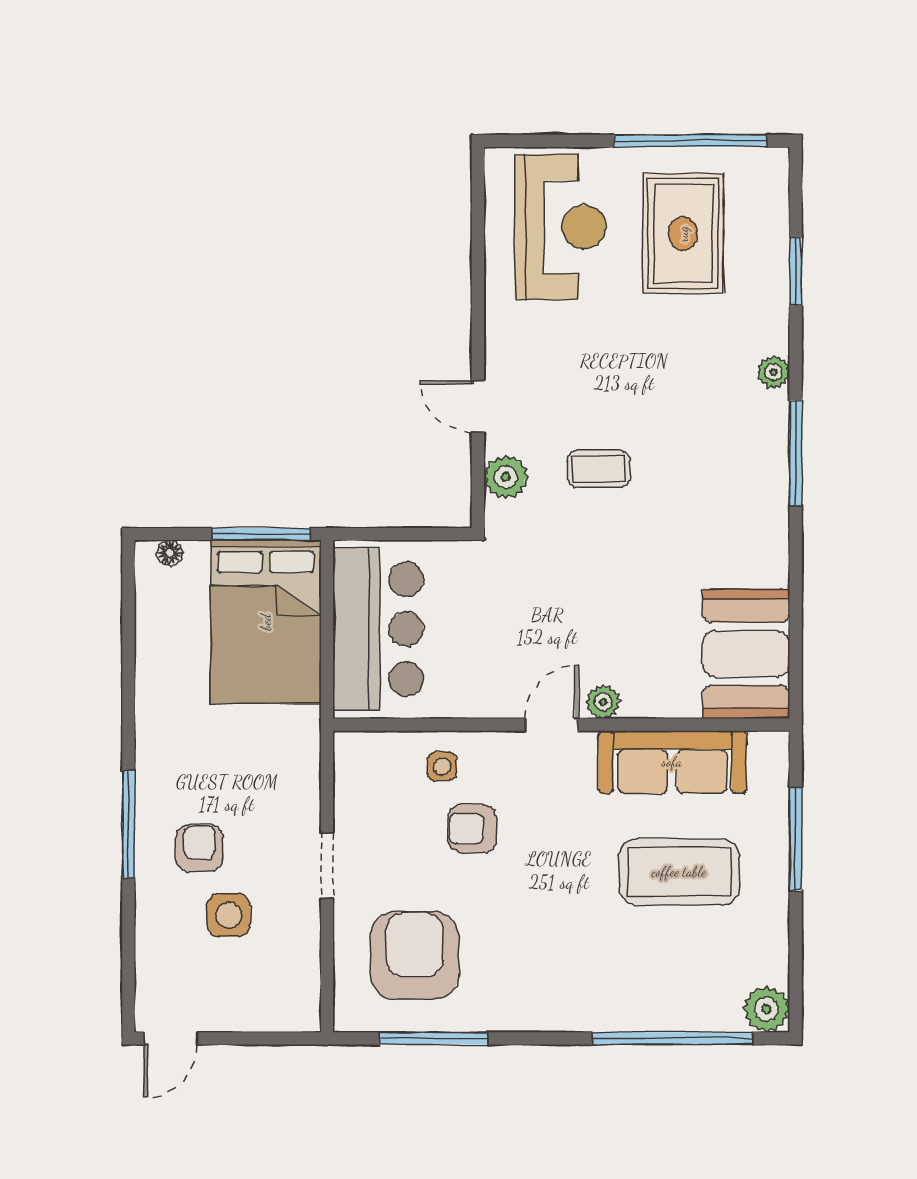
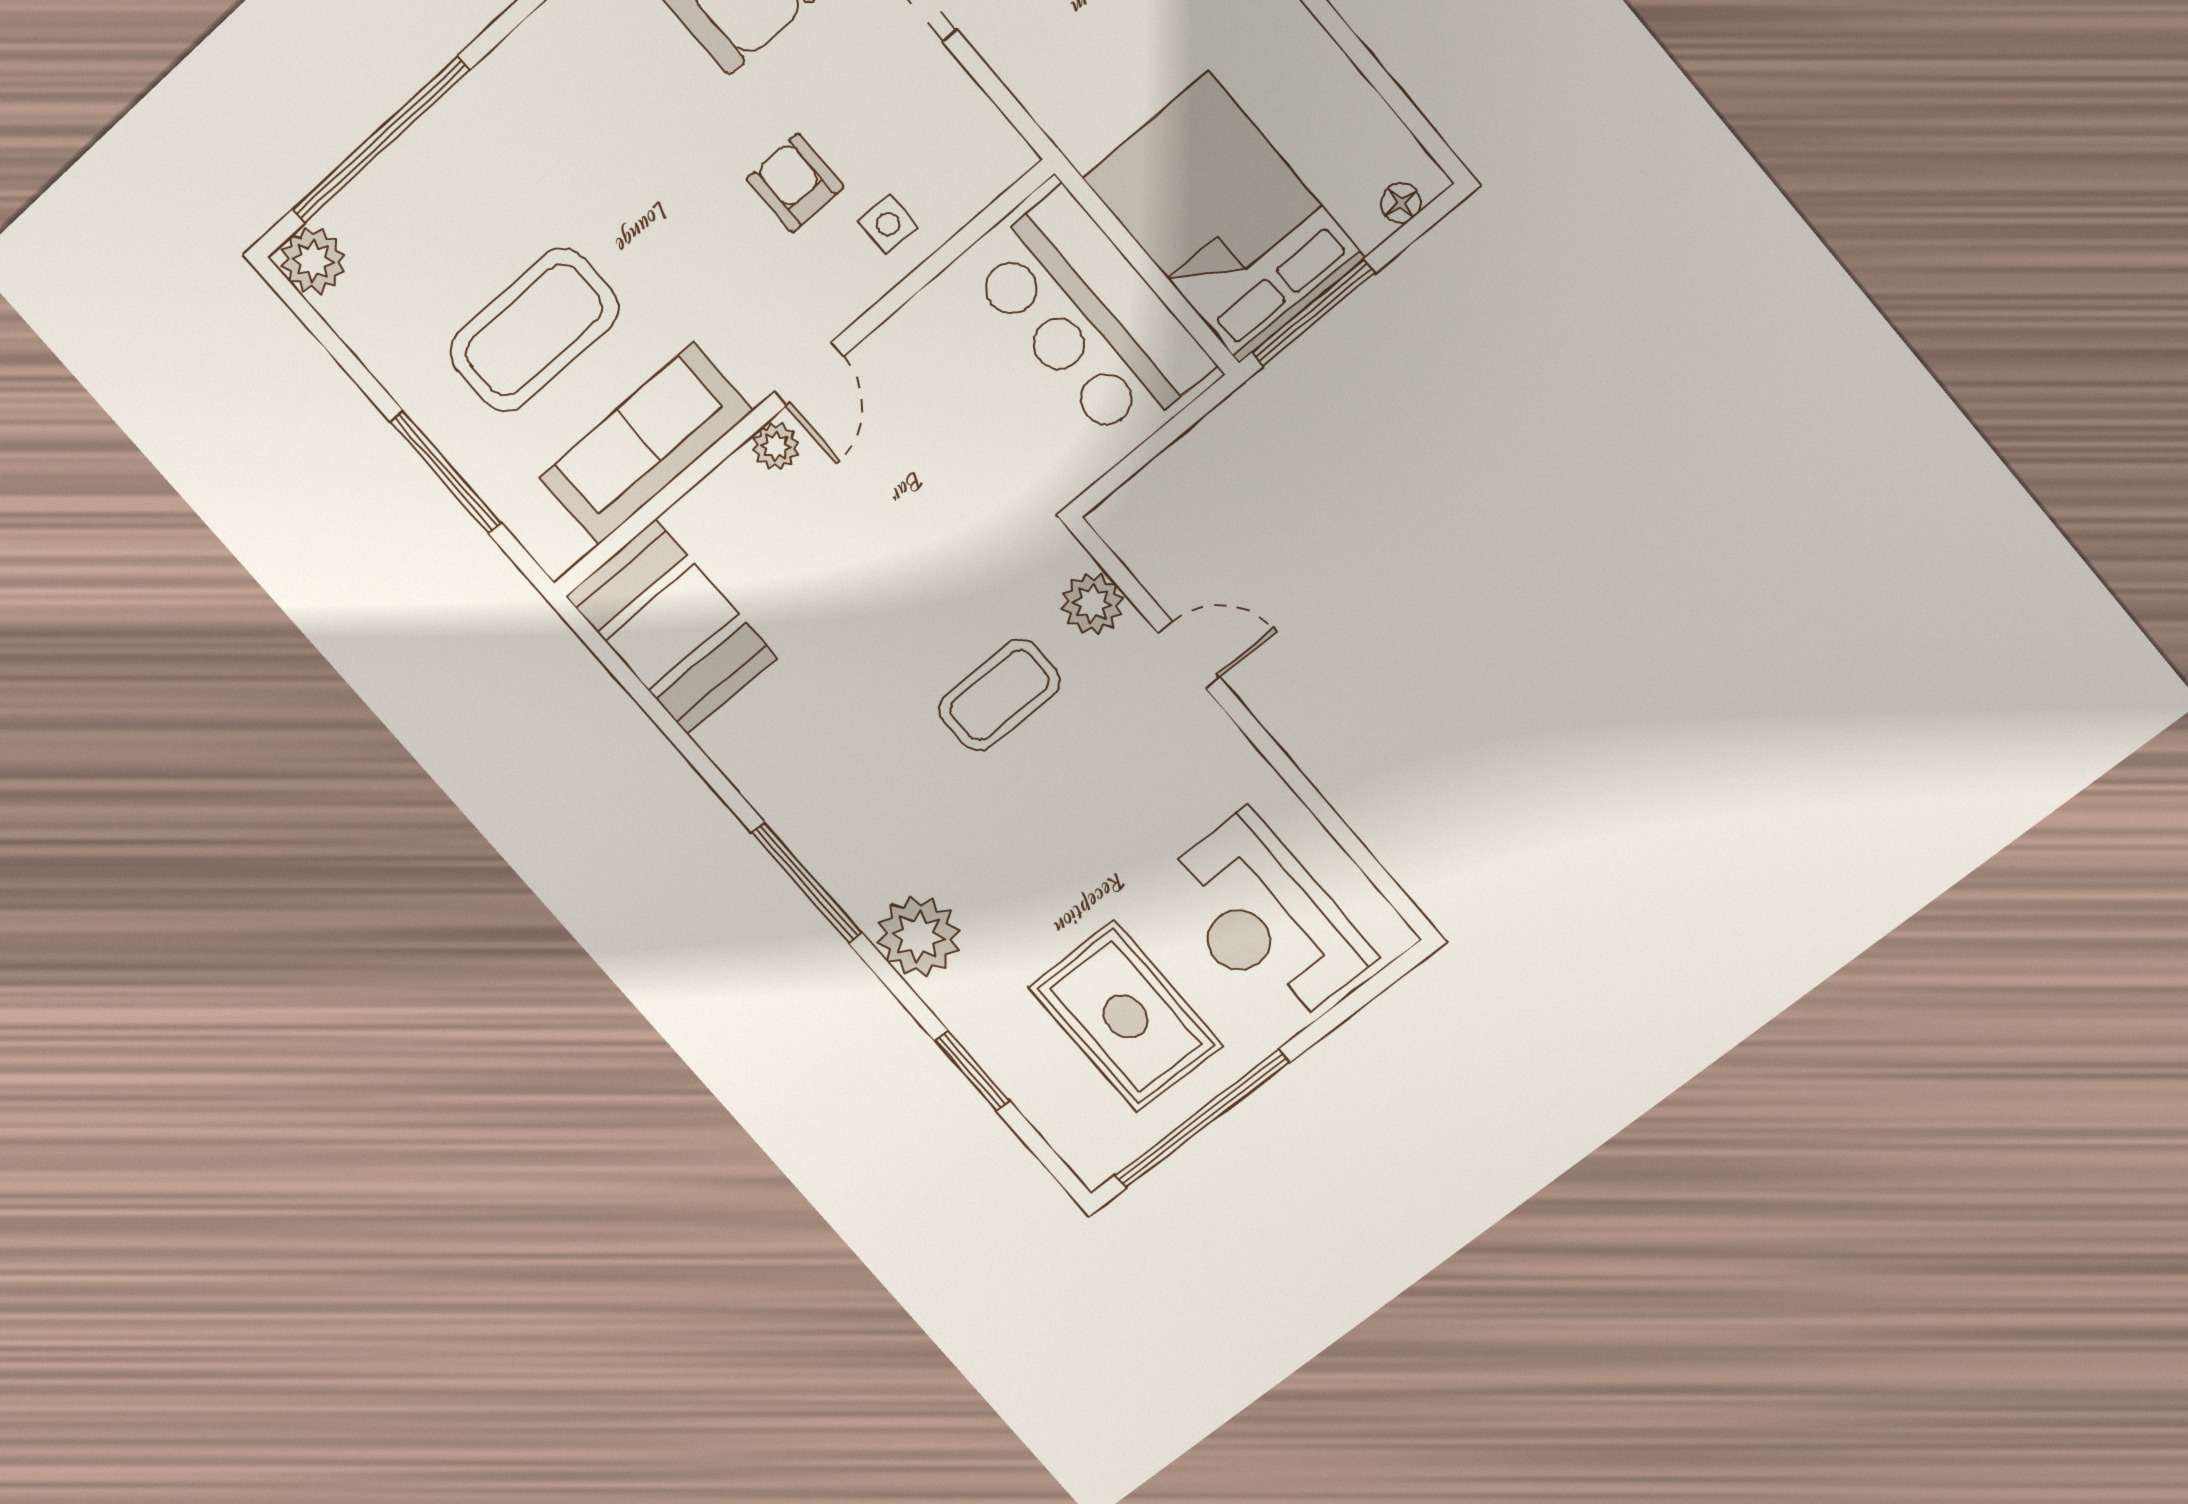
plant: (773, 372) -> (918, 936), width x1.88, depth x1.88
coffee table: (599, 469) -> (999, 695), width x1.36, depth x1.30
armchair: (472, 829) -> (795, 183), turned -90

